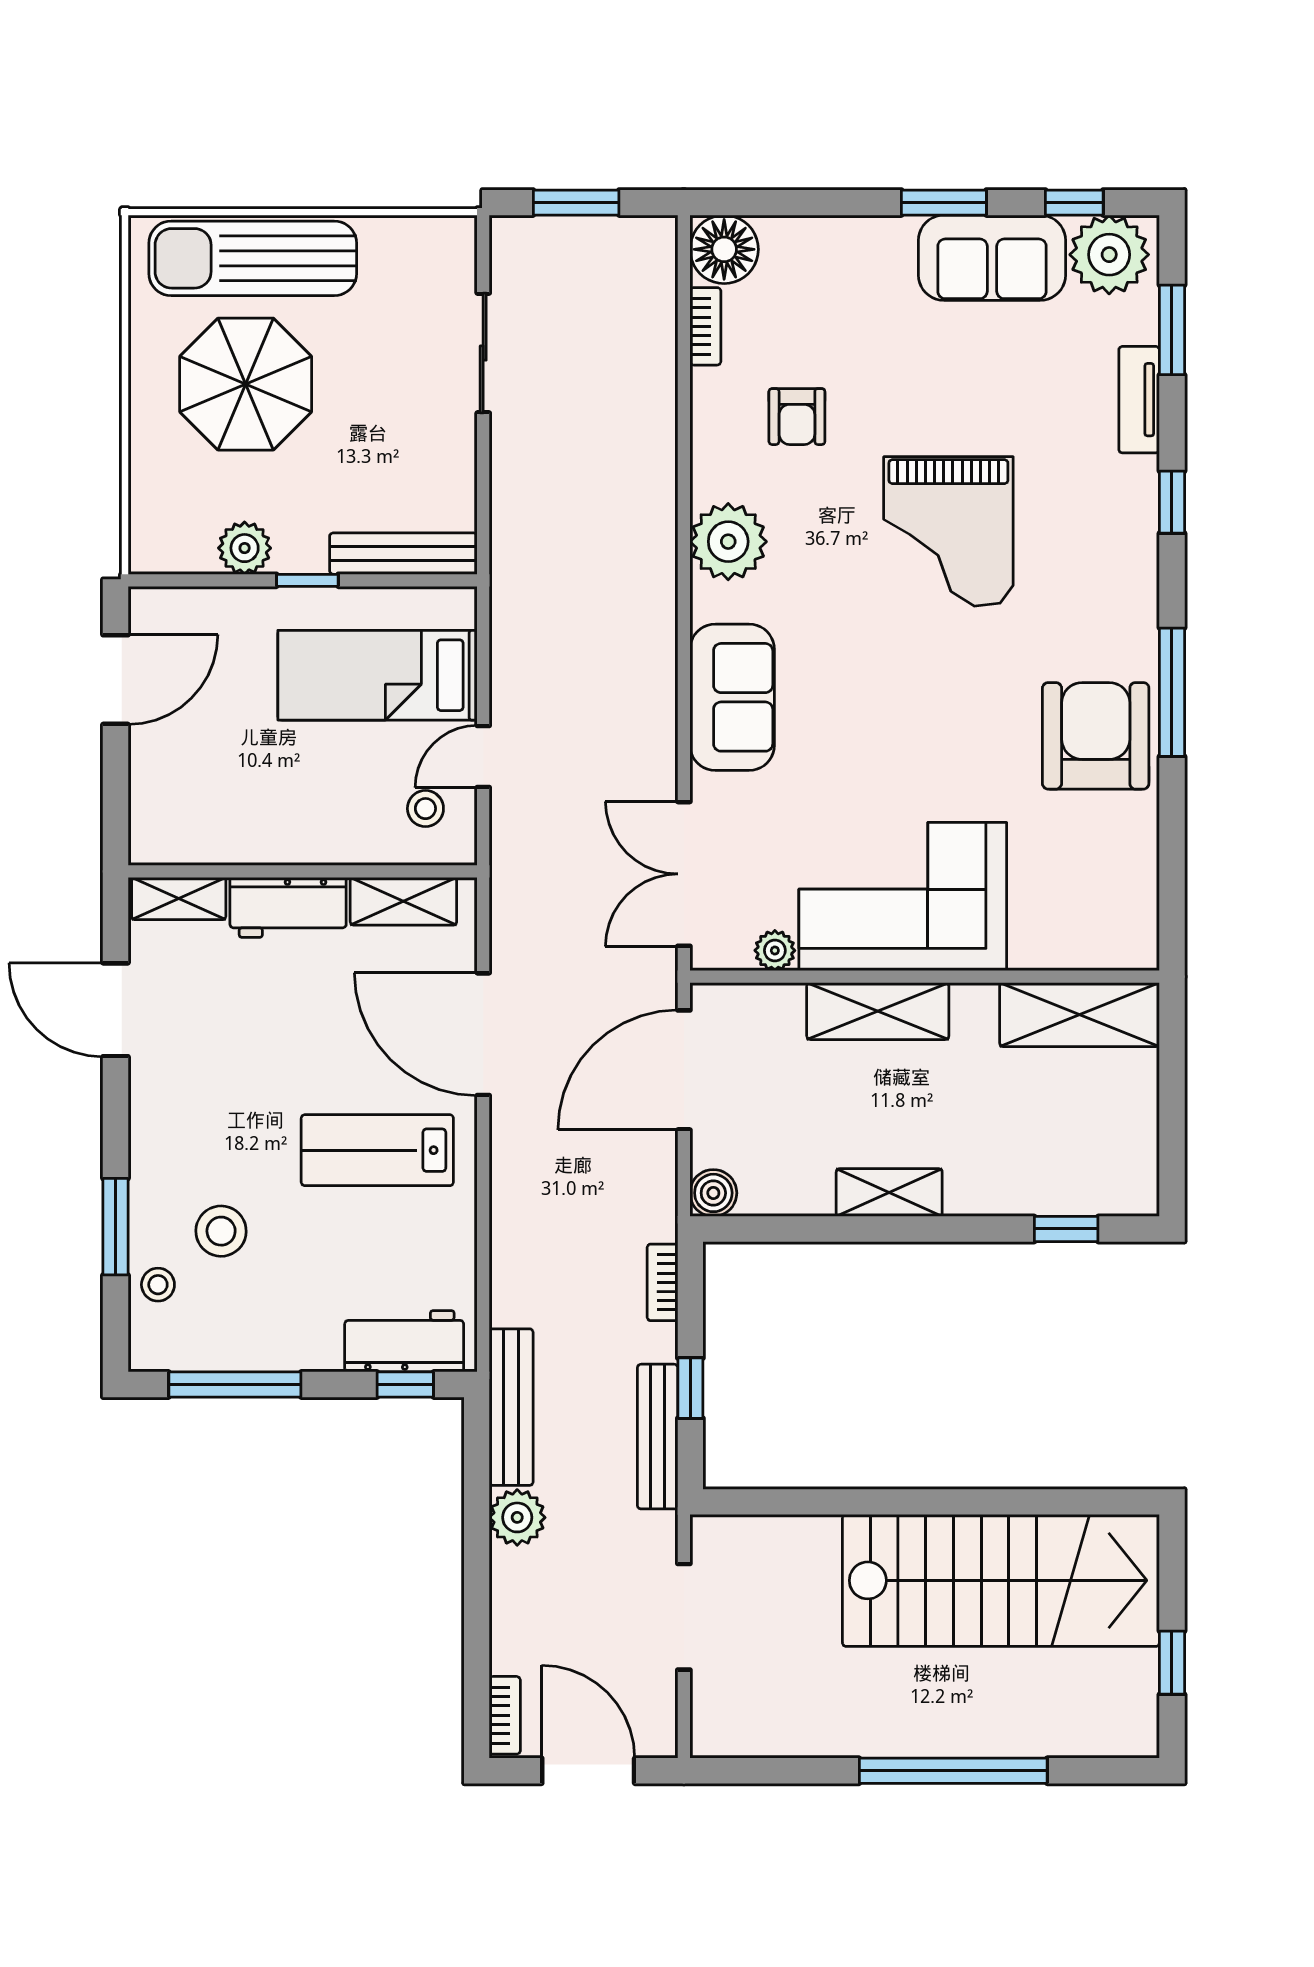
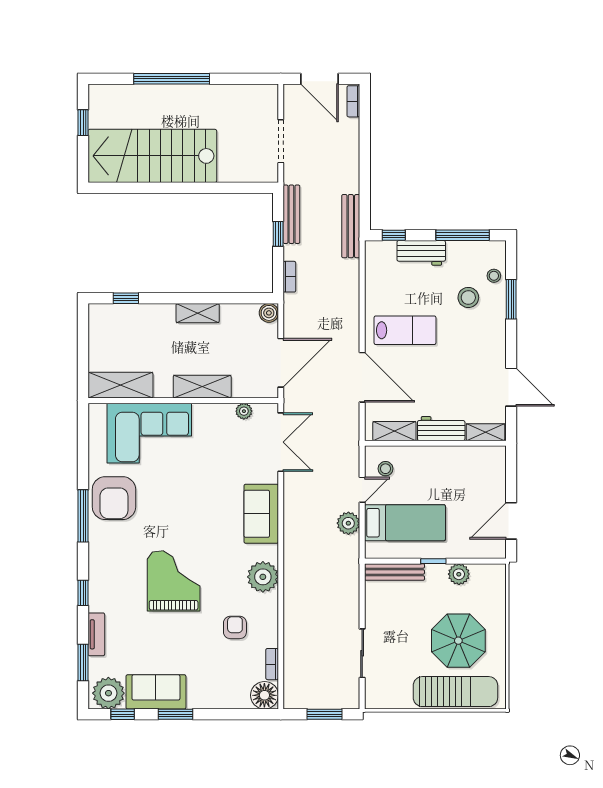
corner sofa: (903, 896) -> (149, 433), moved
workbench: (404, 1341) -> (421, 253), moved
plant: (517, 1517) -> (348, 523), moved

